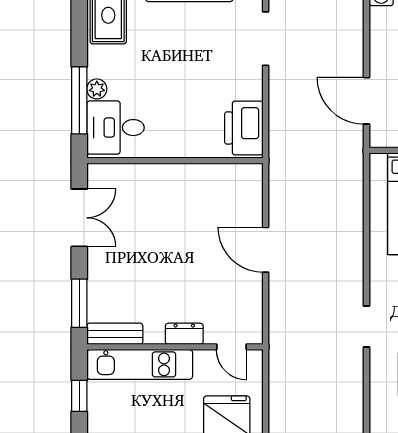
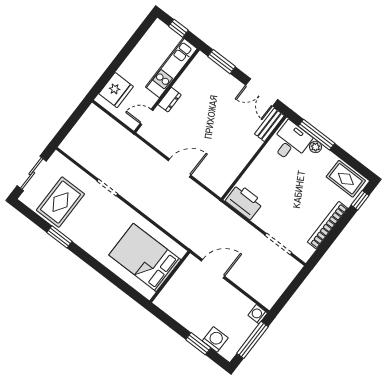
bench: (115, 334) -> (269, 125), moved

